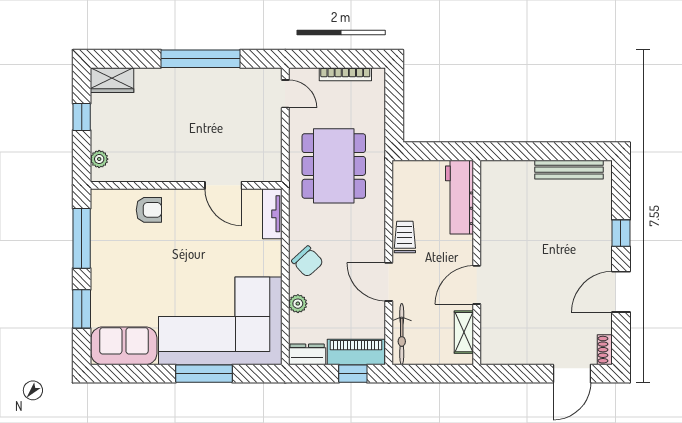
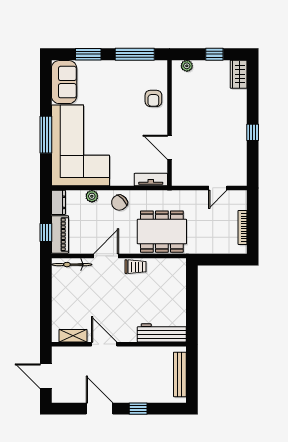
window: (200, 59) -> (253, 132), width x0.32
door: (285, 94) -> (218, 188), moved
dining table: (334, 166) -> (162, 232), moved
door: (223, 185) -> (169, 147), hinge flipped
workbench: (460, 197) -> (162, 333), moved
wall: (477, 262) -> (119, 344), moved
door: (477, 285) -> (104, 344), moved
shelving: (464, 332) -> (73, 336), moved
shoe rack: (605, 350) -> (62, 398), removed

